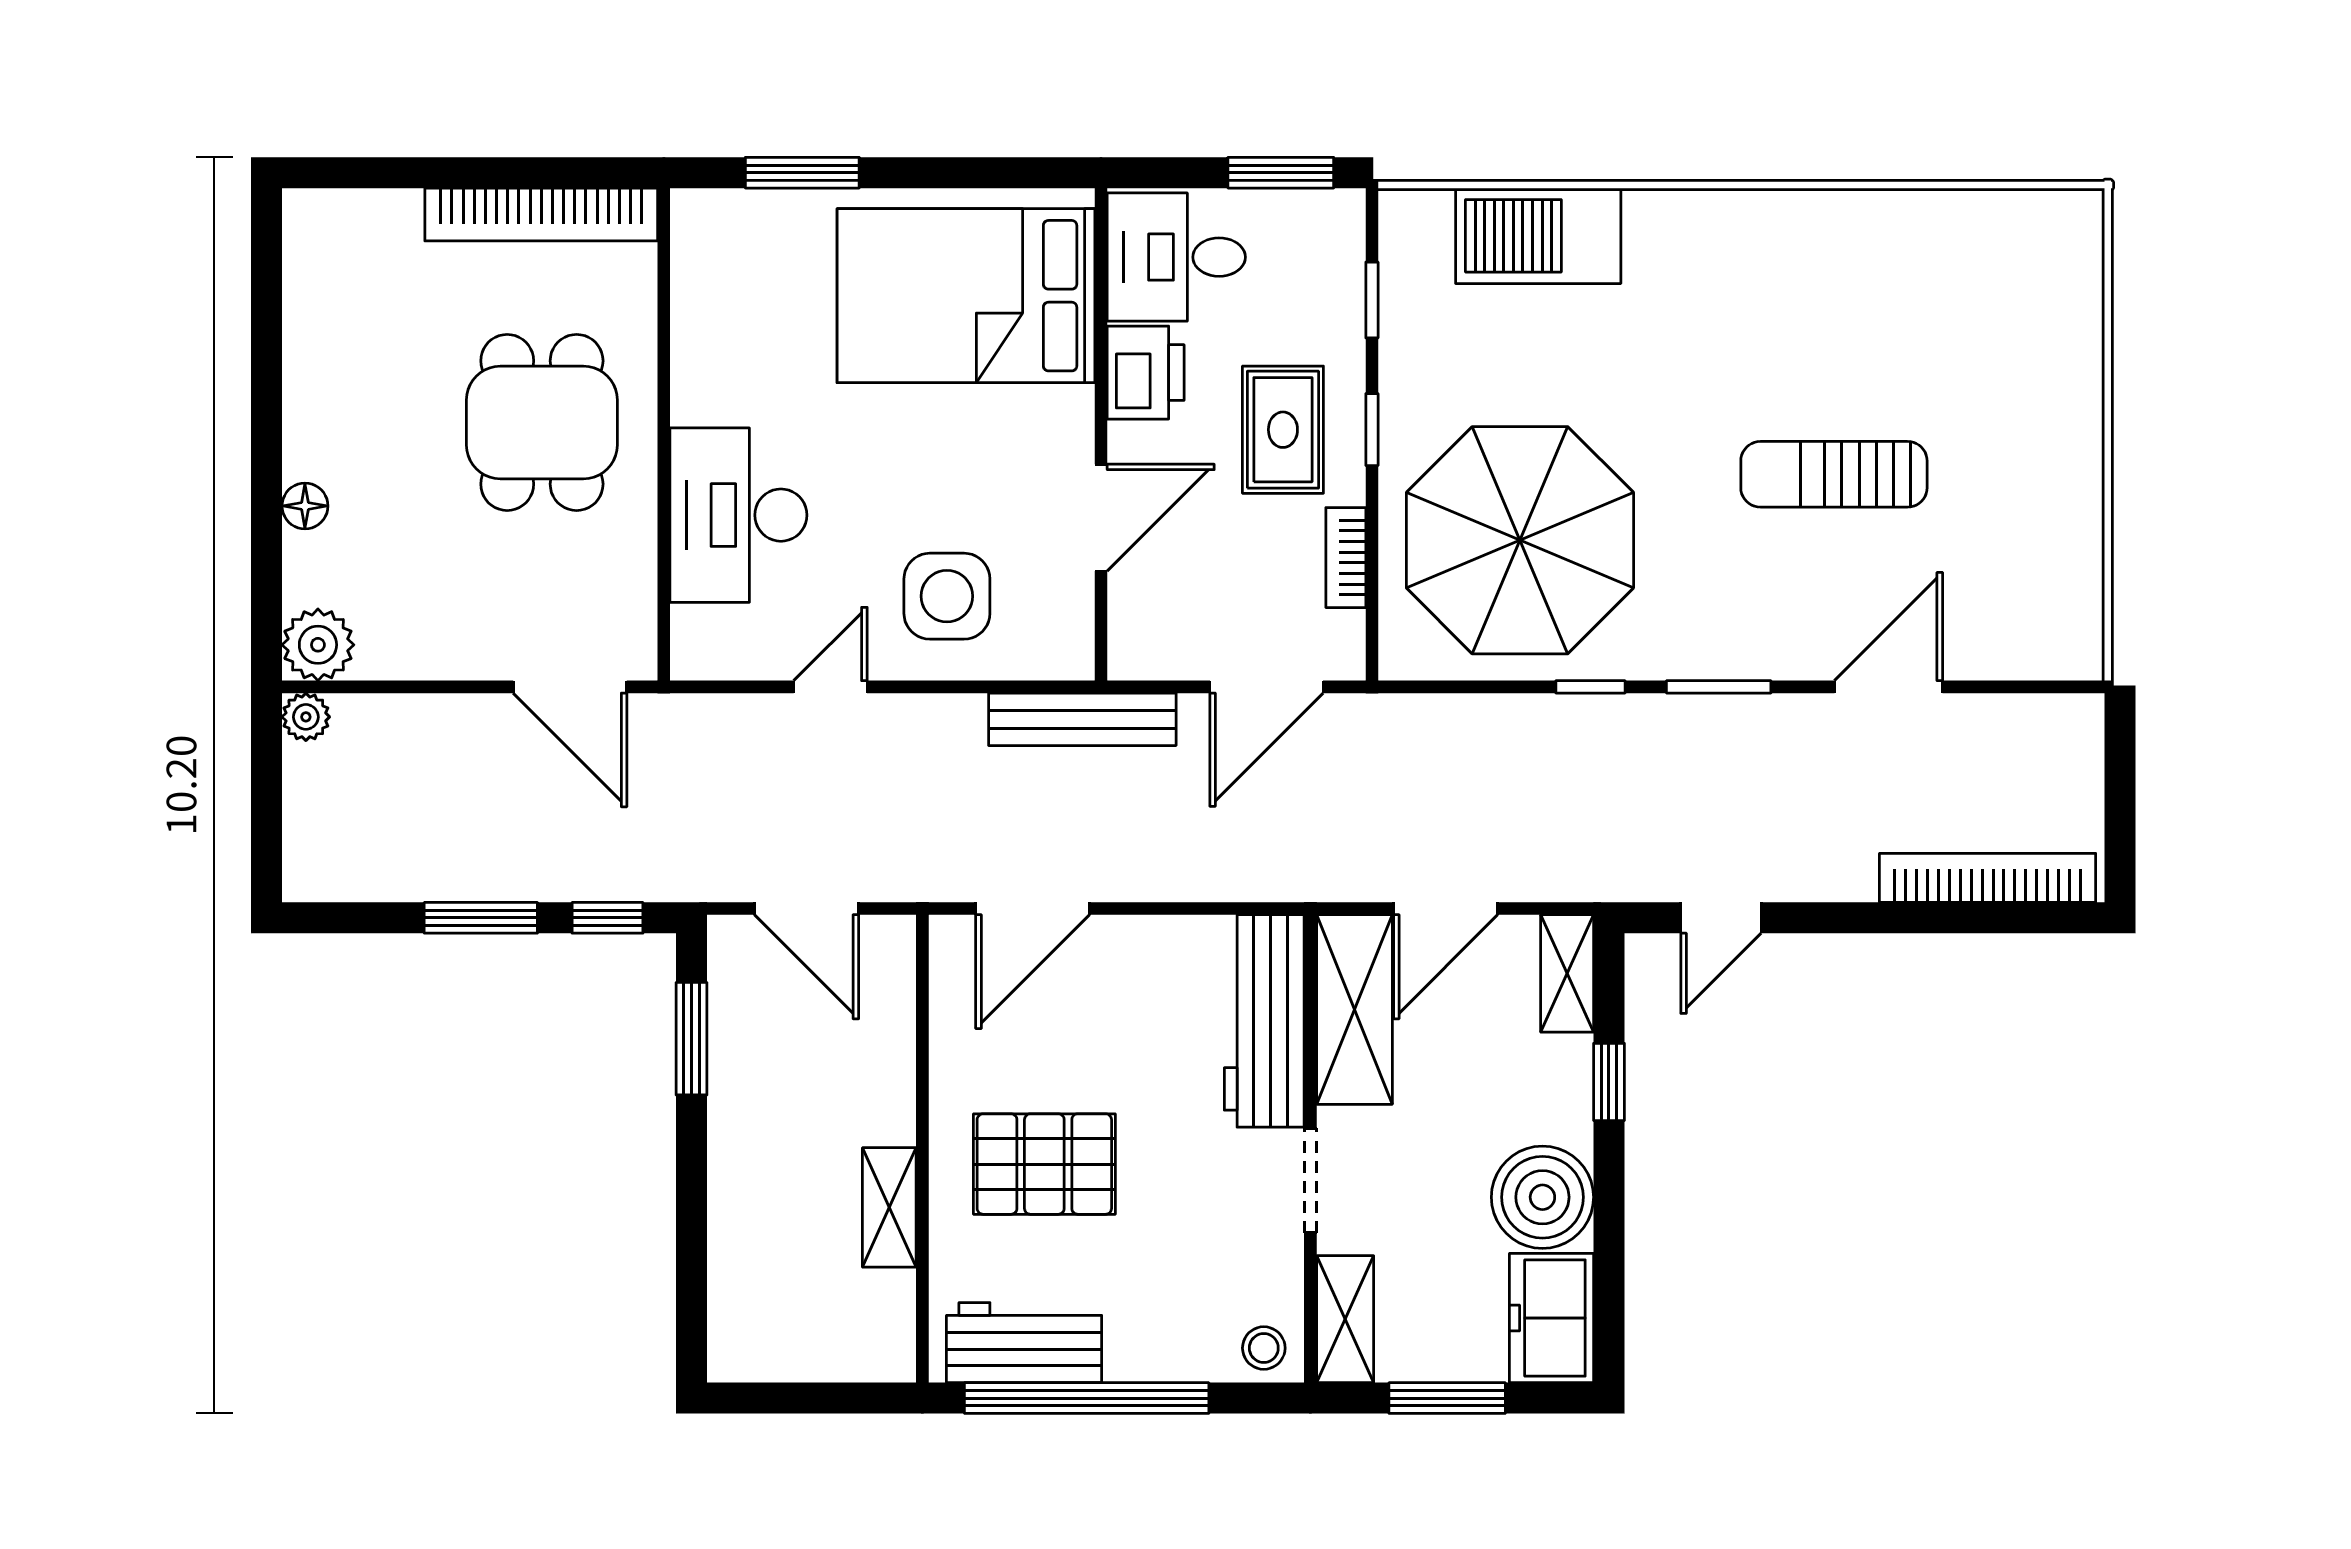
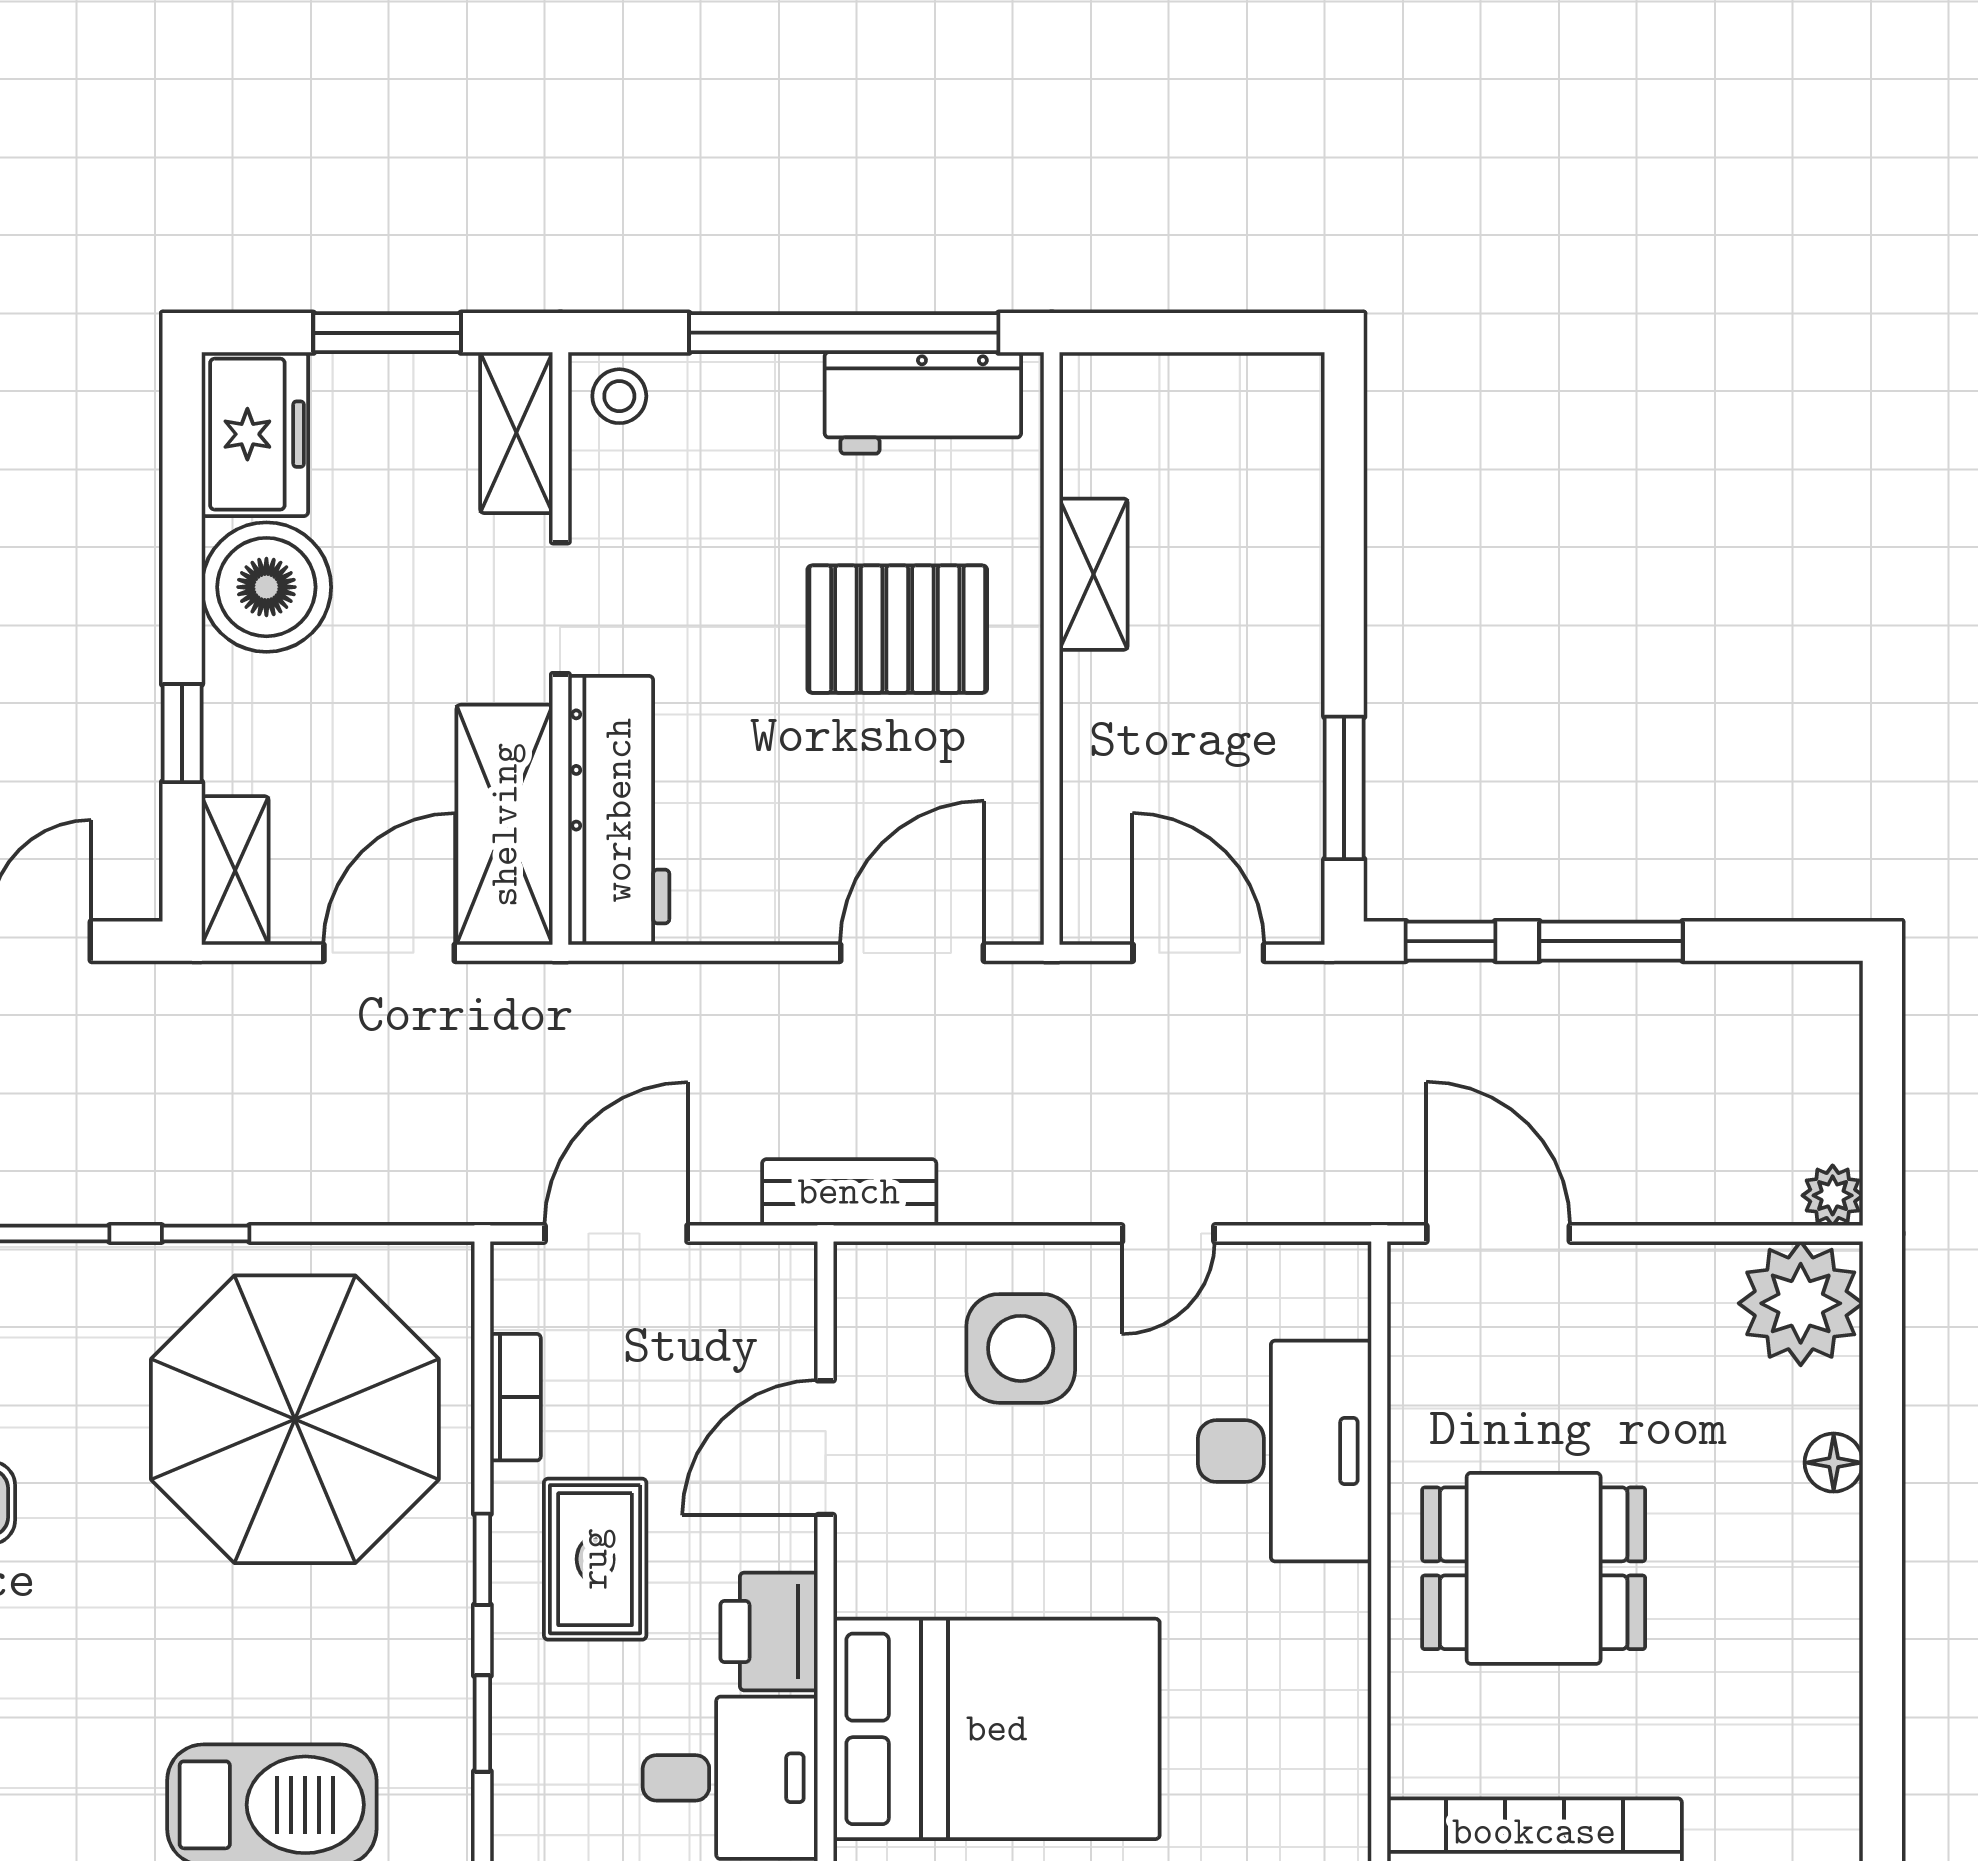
dining table: (542, 422) -> (1534, 1568), turned 90
plant: (318, 645) -> (1801, 1303), width x1.36, depth x1.36
bench: (1082, 719) -> (849, 1192), width x0.73

